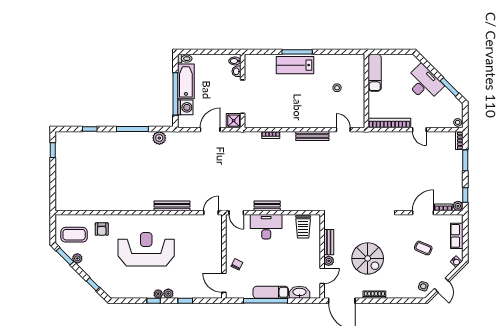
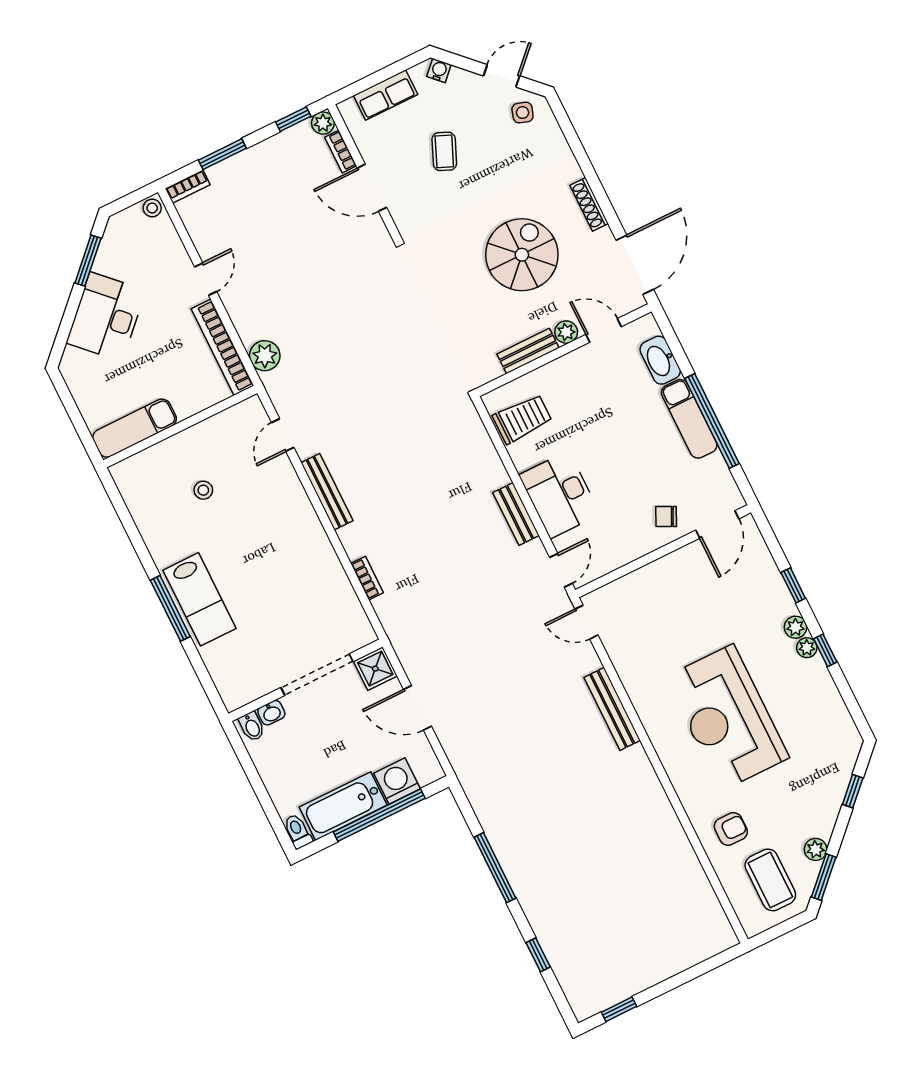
plant: (159, 138) -> (265, 356), moved

